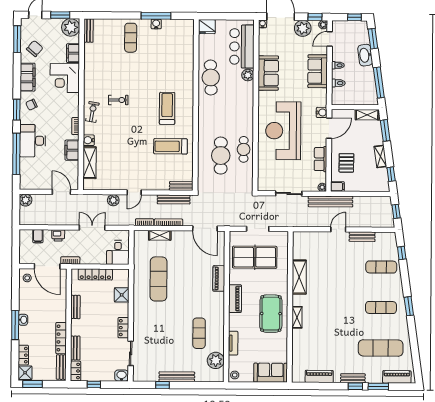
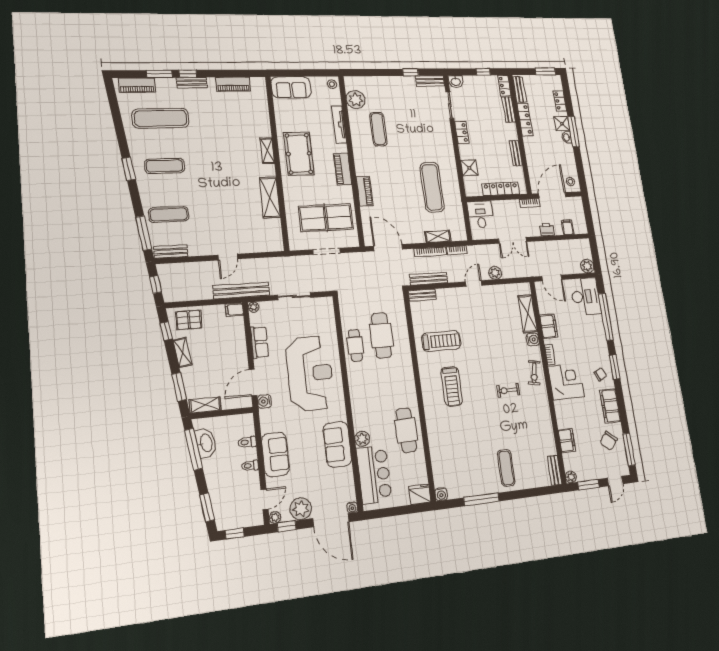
water cooler: (156, 24) -> (441, 494), moved
plant: (71, 27) -> (571, 477), width x0.53, depth x0.53
washbasin: (365, 55) -> (206, 443), moved
corner desk: (65, 78) -> (566, 382), moved
desk: (33, 141) -> (586, 296), moved
pallet: (346, 163) -> (189, 320), moved, turned 90
bench: (362, 237) -> (171, 252), moved
window: (402, 253) -> (144, 233), width x2.17
door: (47, 266) -> (552, 195), hinge flipped
tv unit: (233, 343) -> (339, 125), width x1.41
shower: (25, 373) -> (562, 124), moved
bench: (177, 377) -> (430, 81), moved, width x0.73

